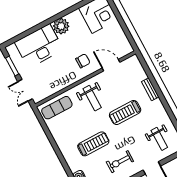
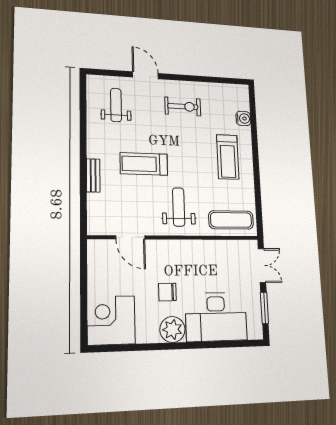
chair: (83, 61) -> (167, 292), moved
treadmill: (125, 112) -> (144, 164), turned 180
treadmill: (93, 144) -> (228, 157), moved, turned -90

